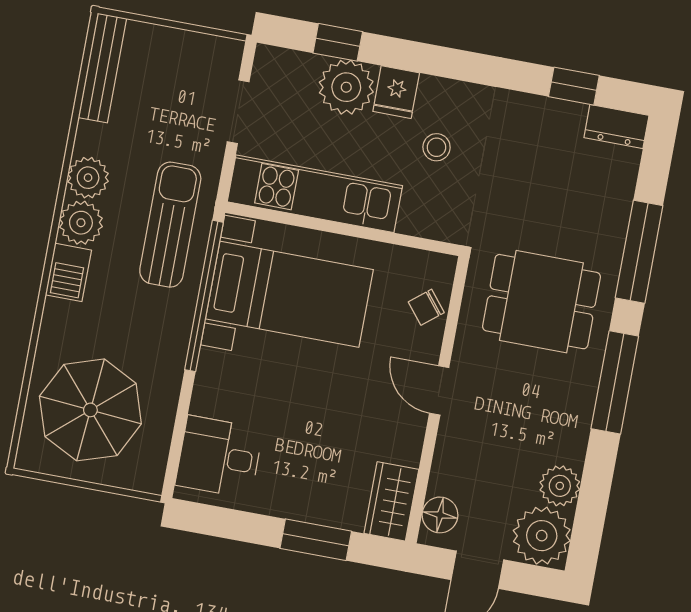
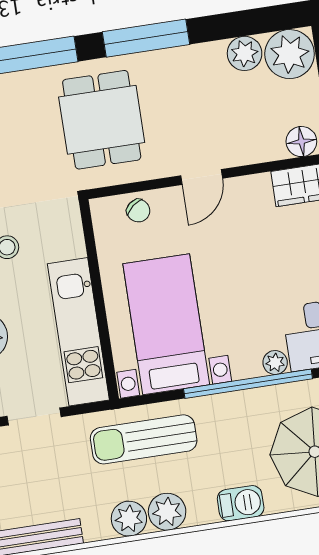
barbecue: (68, 272) -> (241, 503), moved
window: (204, 296) -> (248, 384), moved
plant: (205, 400) -> (275, 363), added

